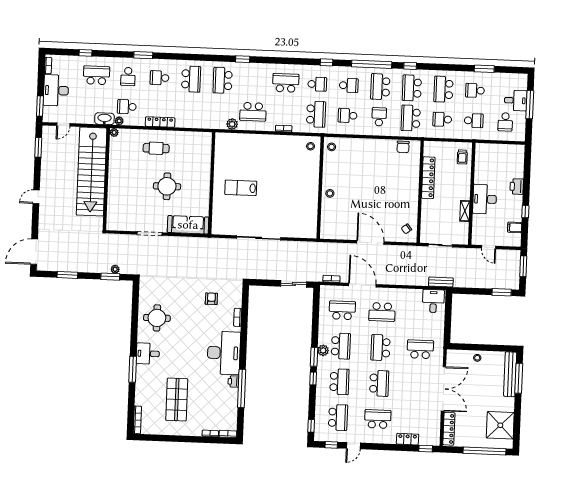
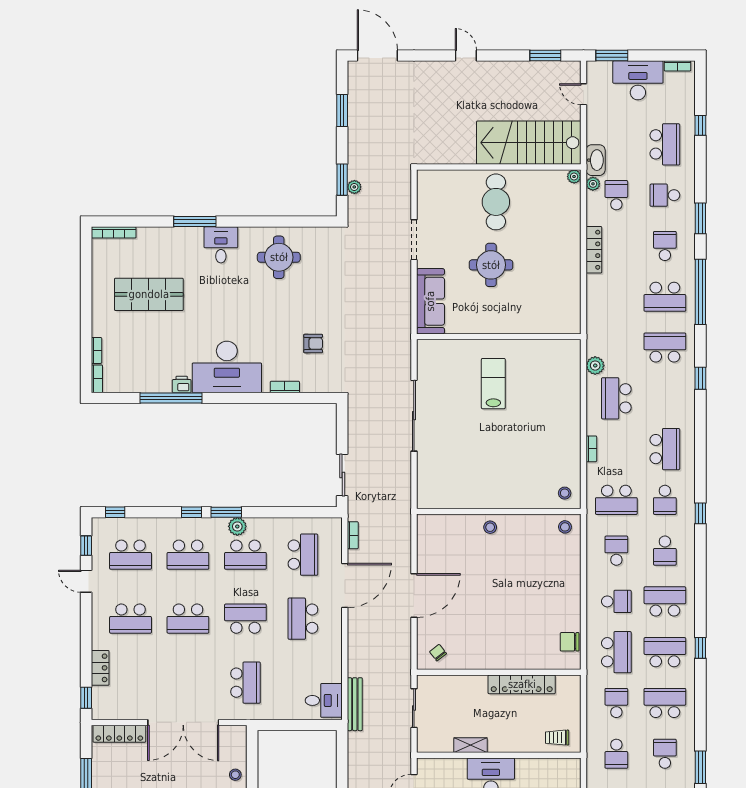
window: (372, 64) -> (700, 292), moved
school desk: (411, 118) -> (616, 652), turned 90
cafe table: (156, 148) -> (496, 202), moved, width x1.37, depth x1.35
stairs: (92, 172) -> (529, 143), width x0.73
bench: (441, 282) -> (355, 704), width x1.36
school desk: (378, 419) -> (131, 619), turned 90

